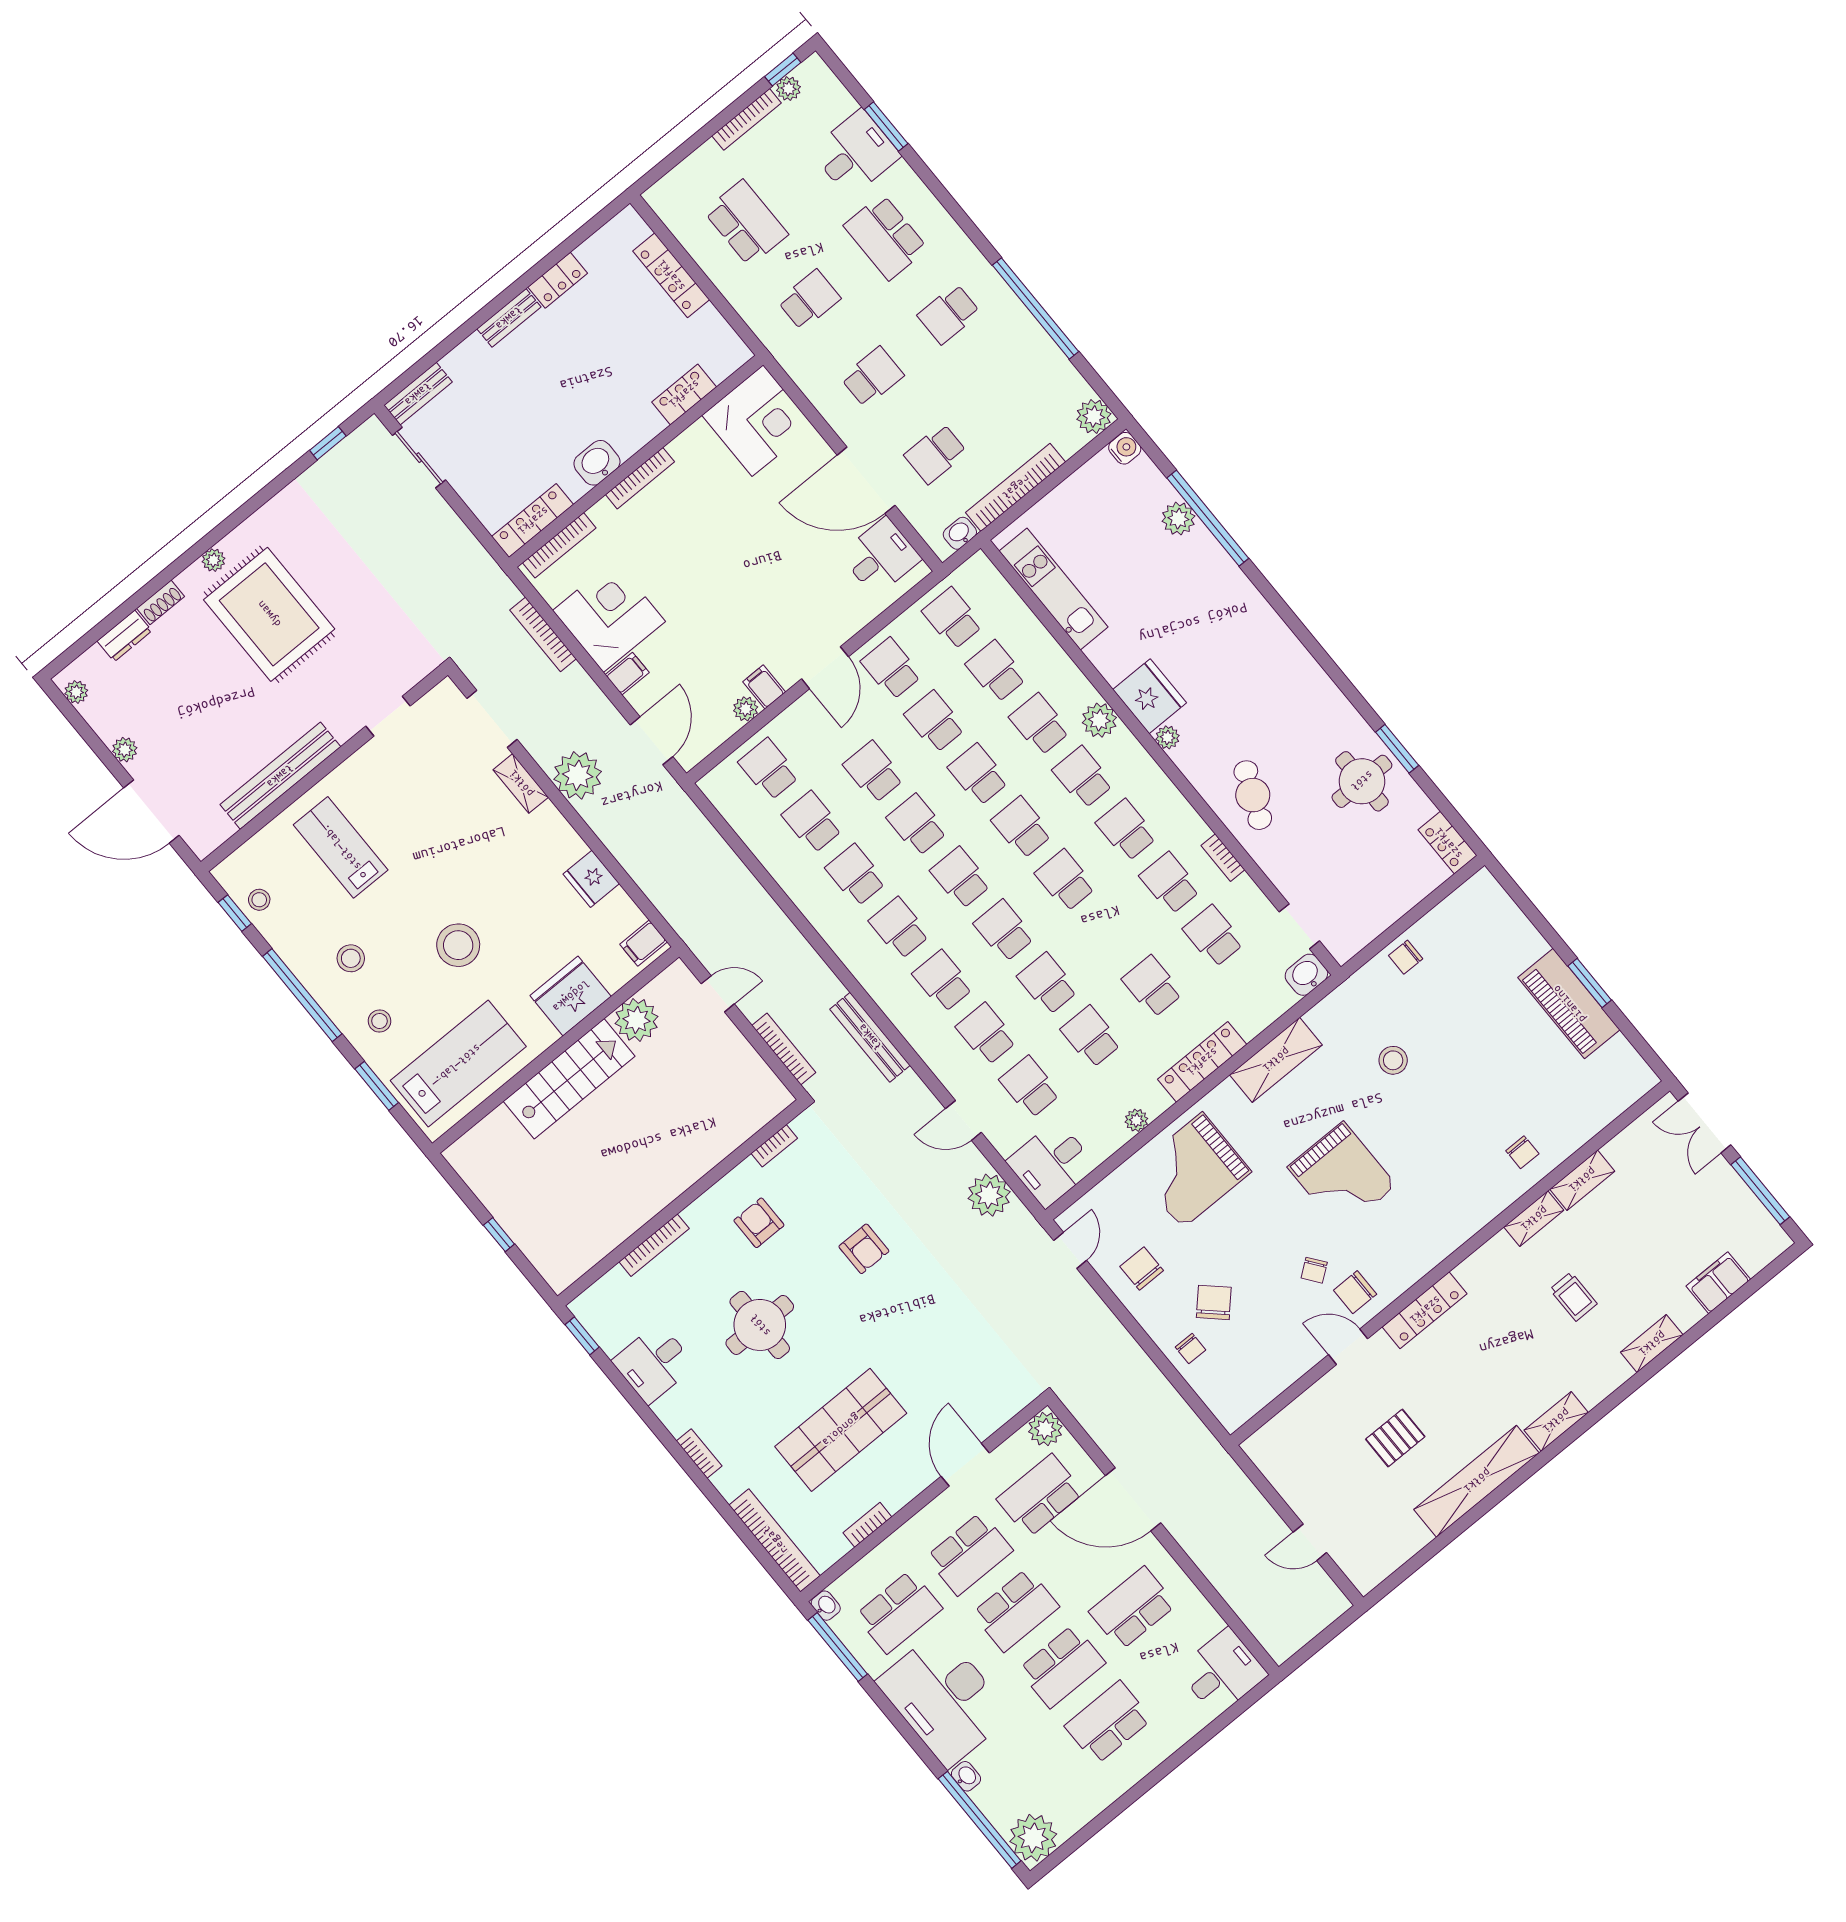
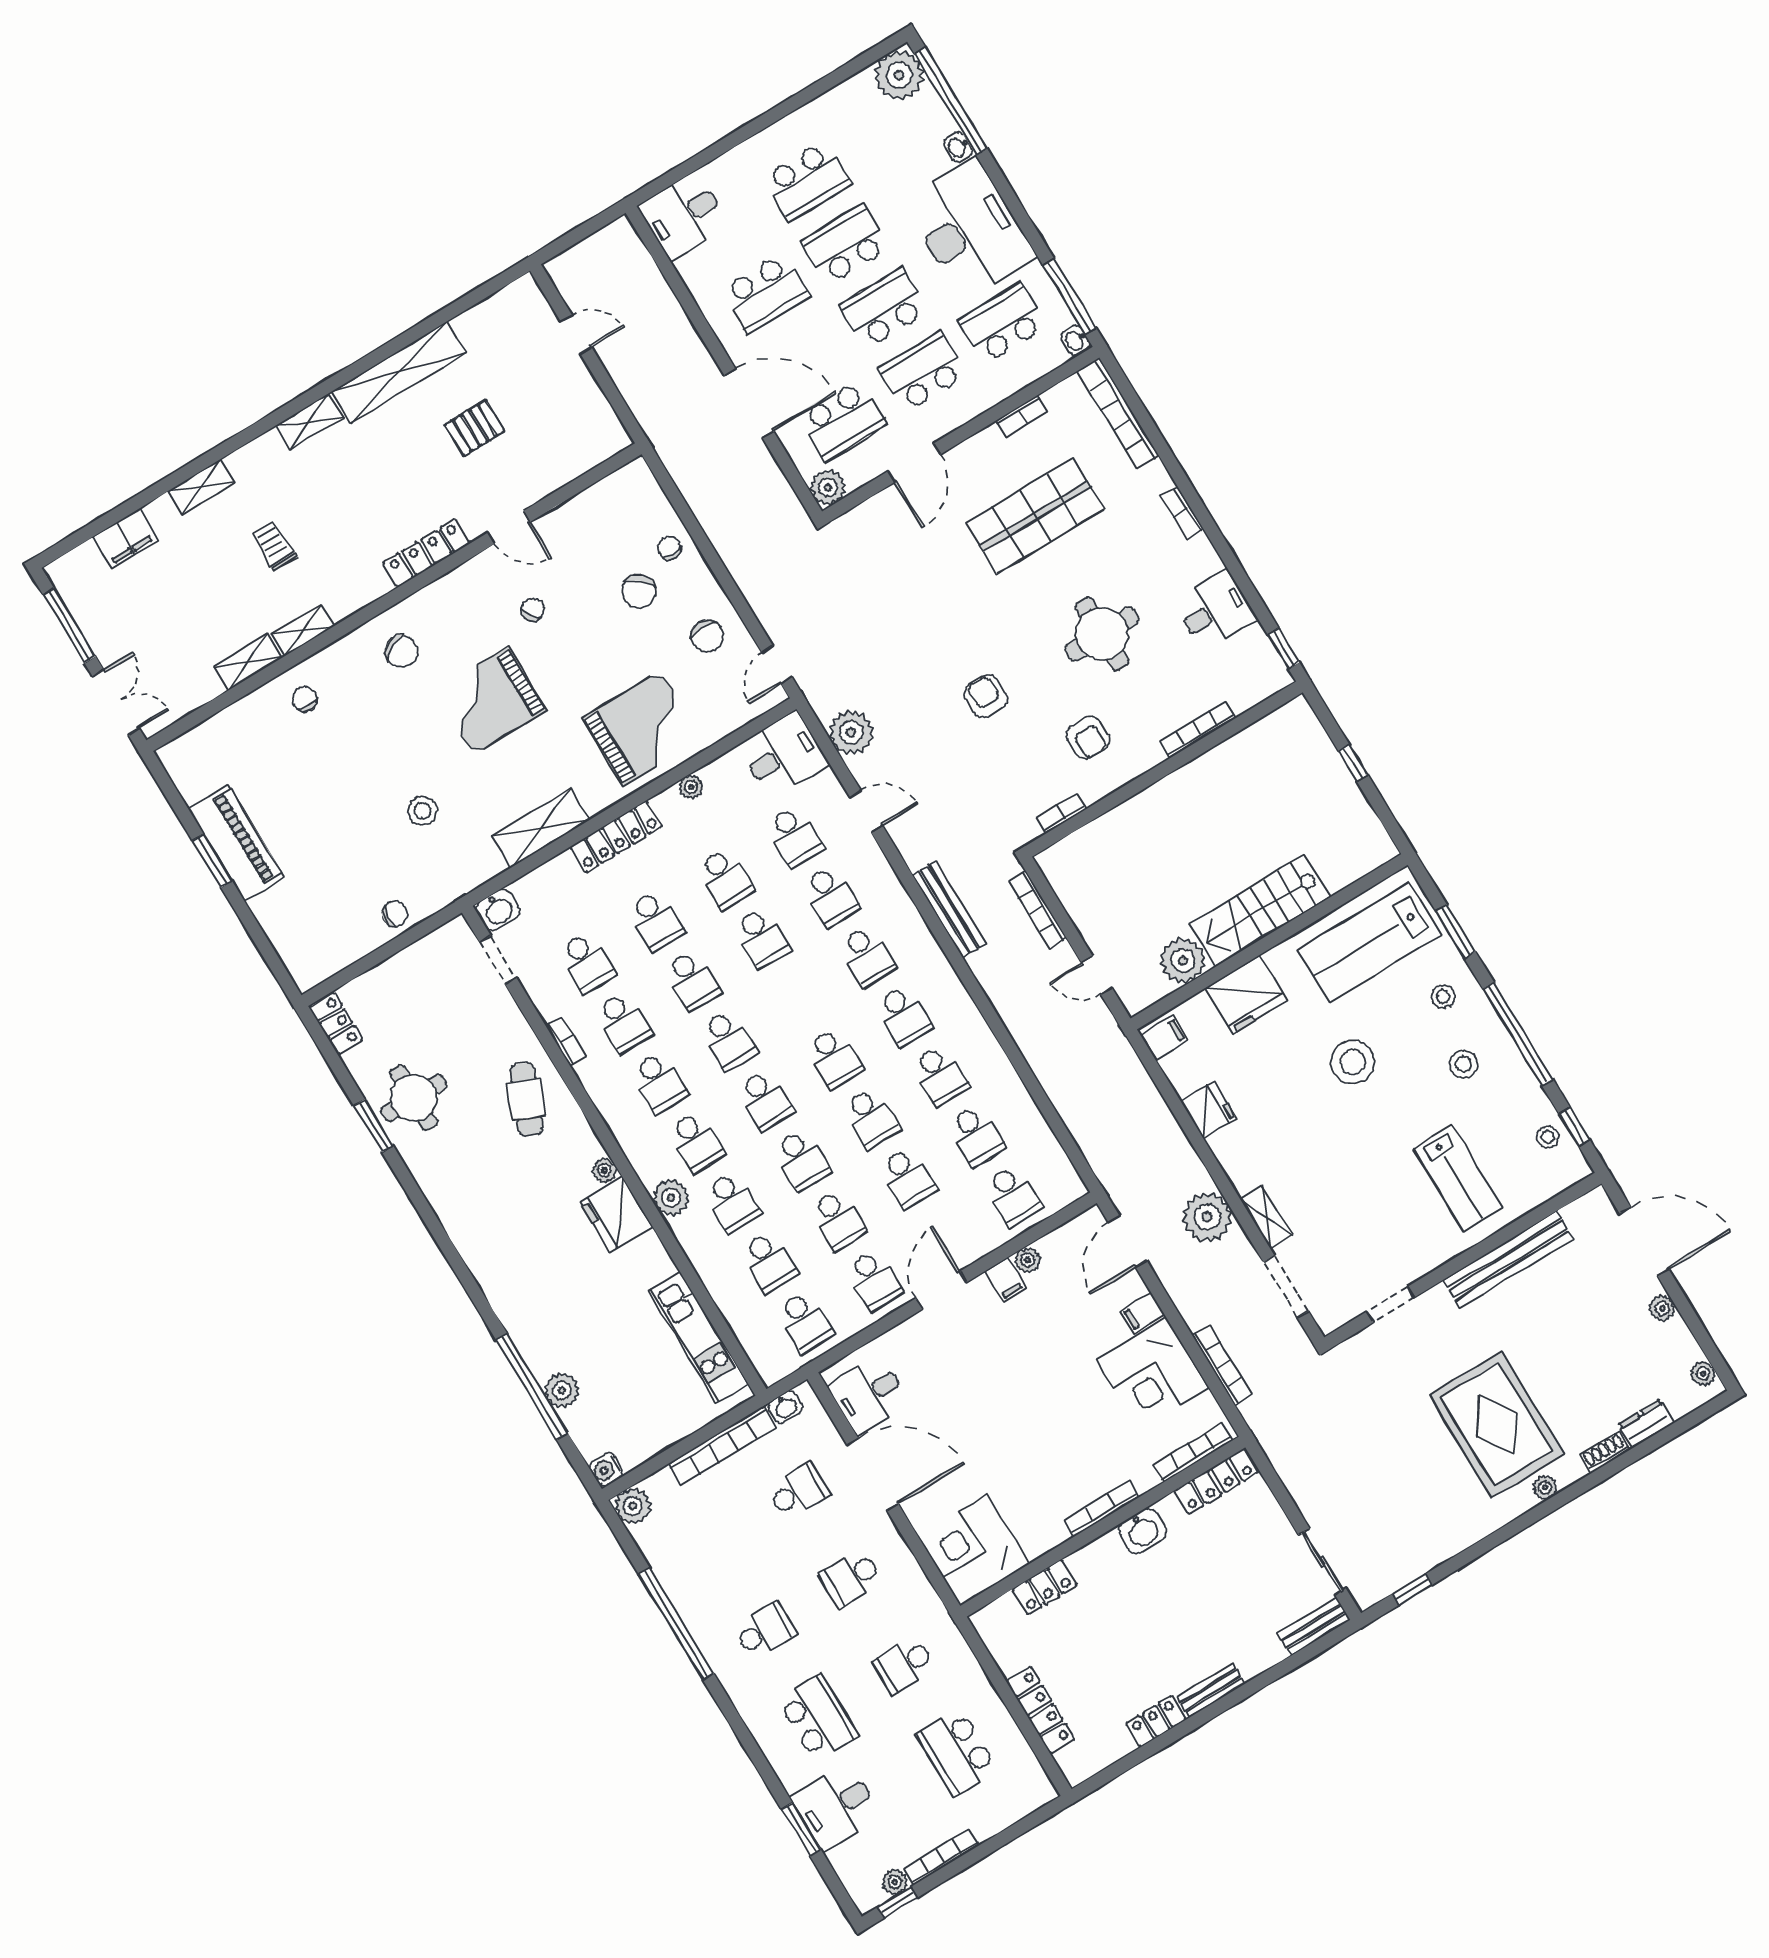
school desk: (1004, 931) -> (692, 980), moved
grand piano: (1342, 1176) -> (491, 701), turned -90
chair: (1355, 1292) -> (402, 651), moved, turned 64

